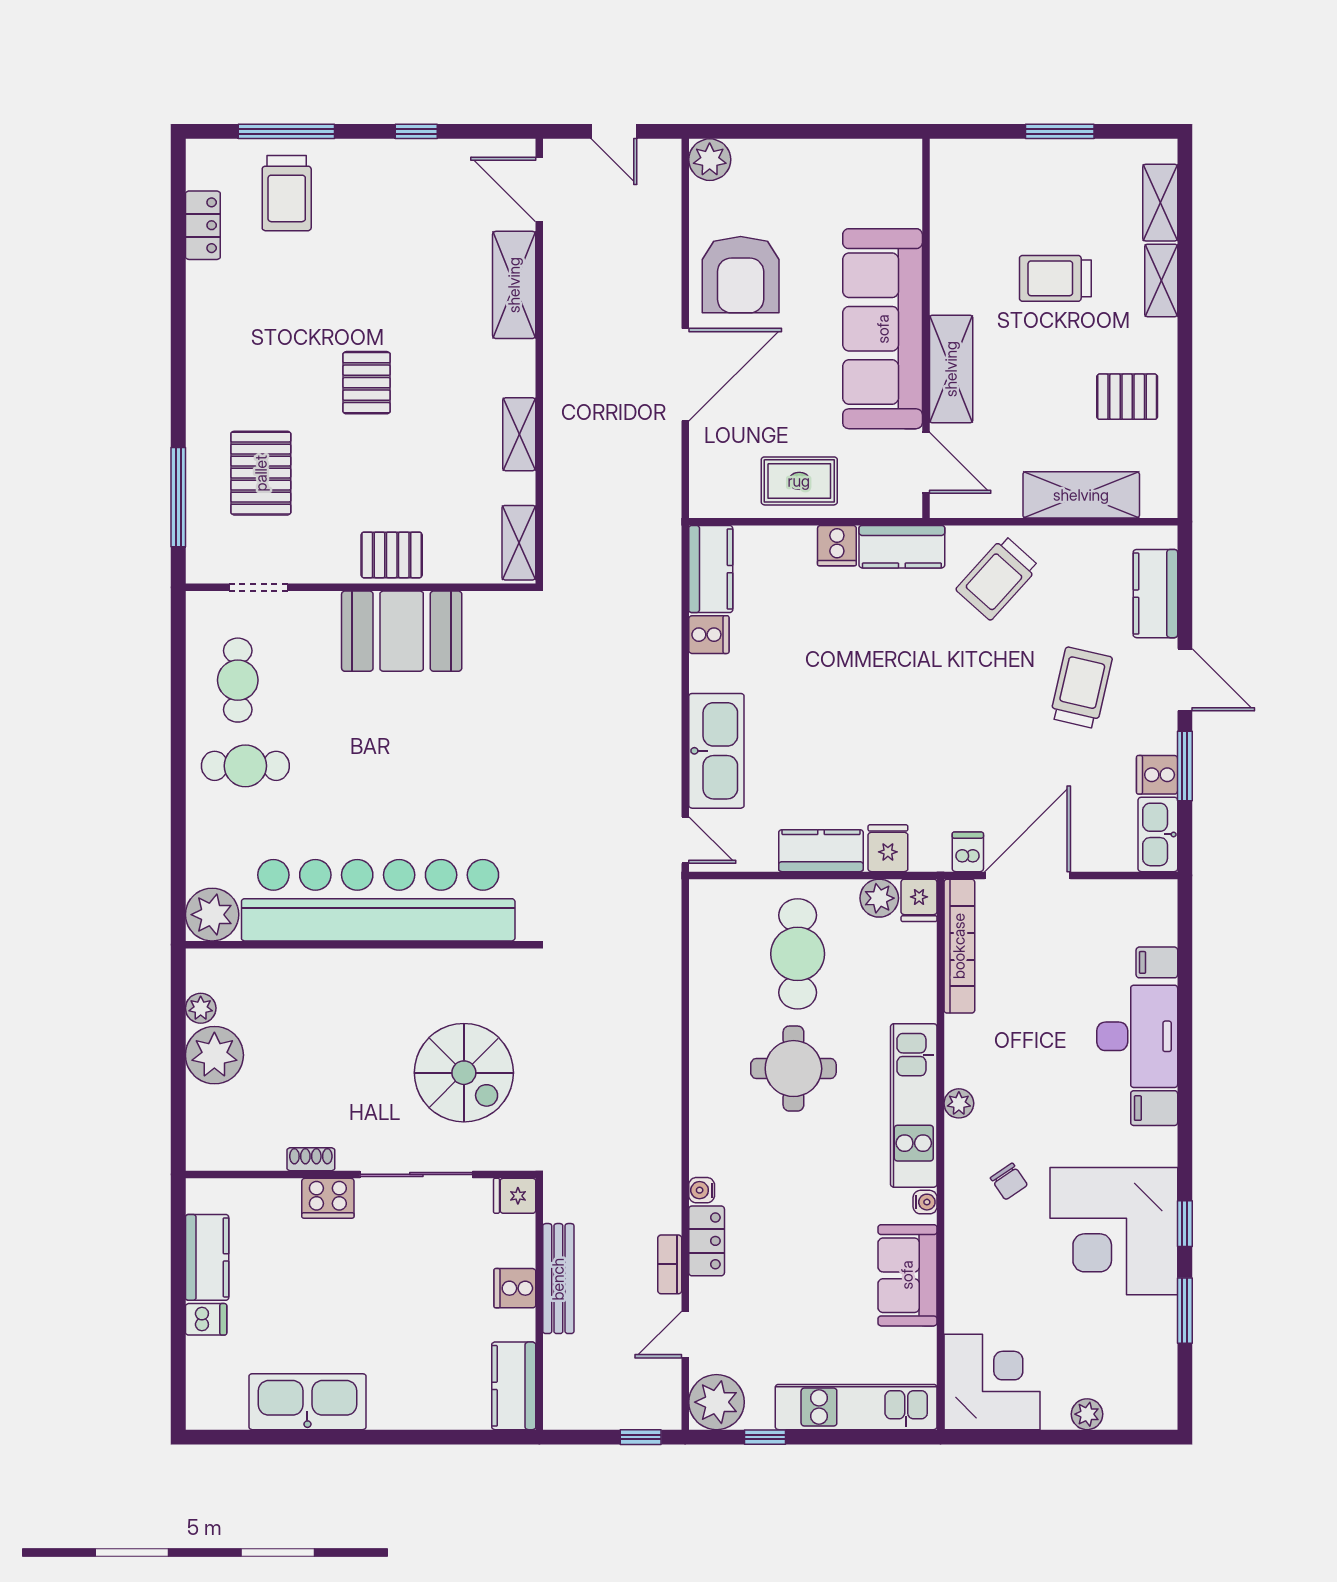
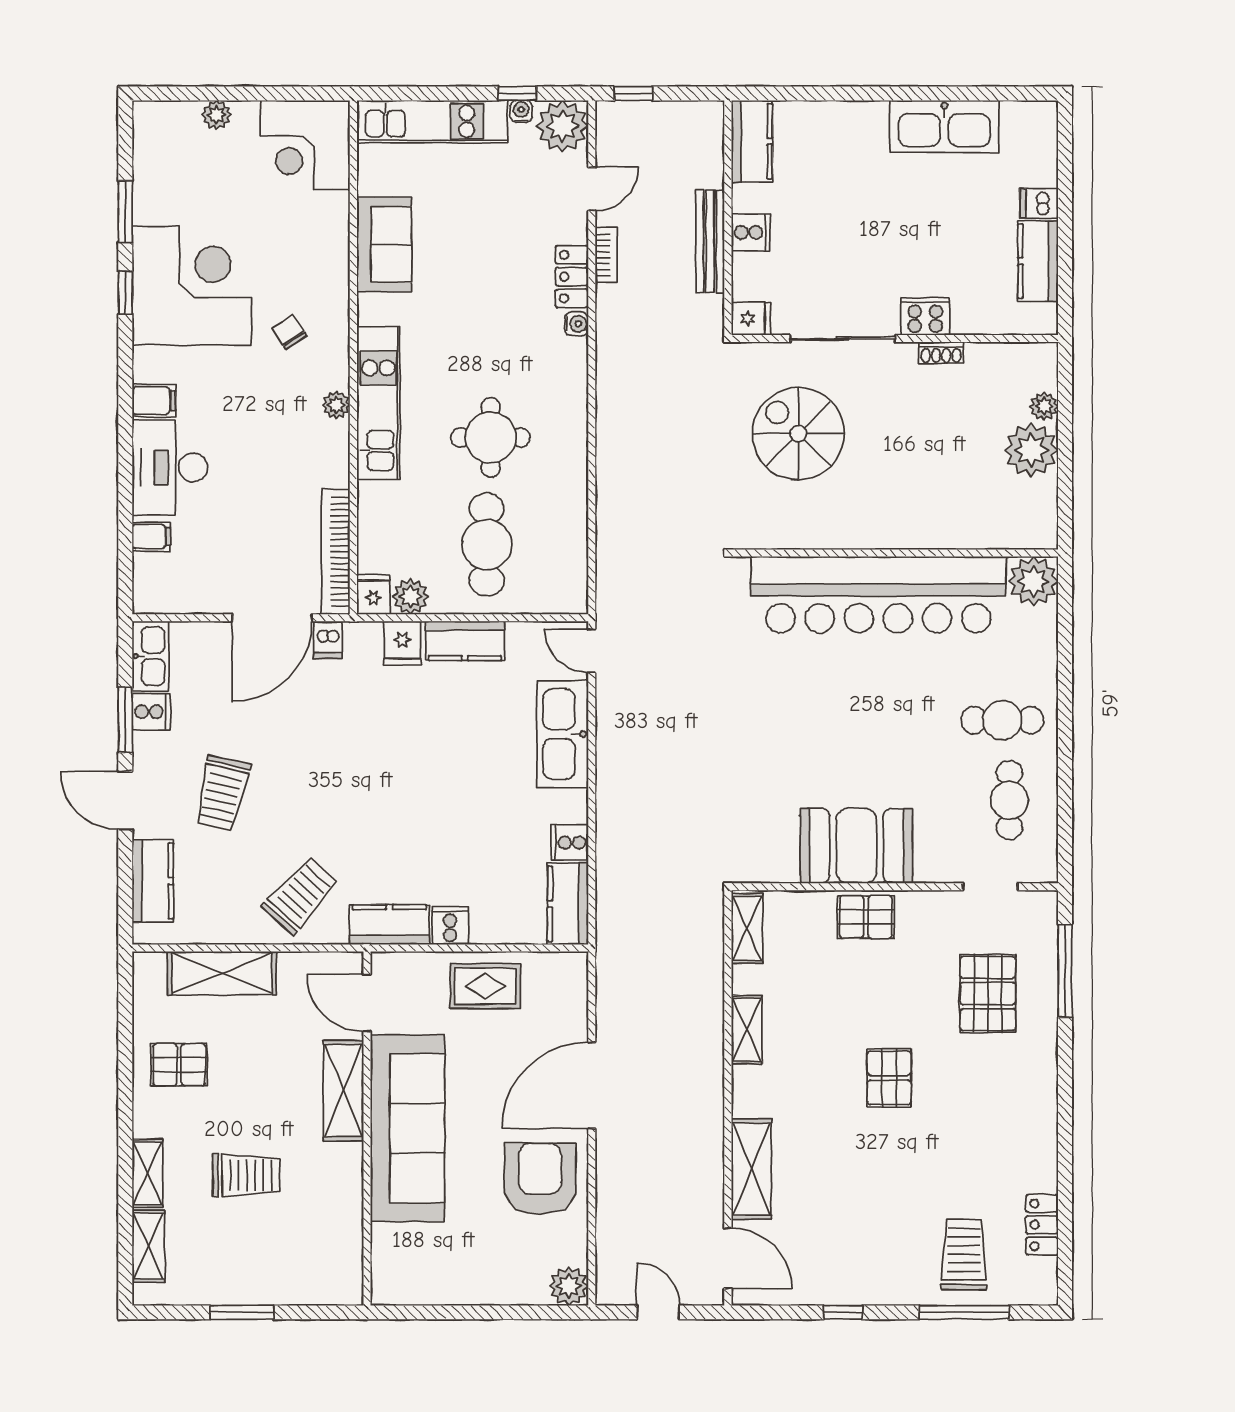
plant: (201, 1008) -> (1044, 406), moved
water cooler: (925, 1202) -> (521, 111), moved, turned 90

